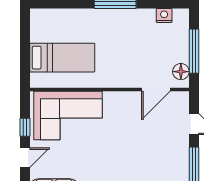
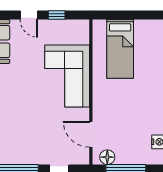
corner sofa: (68, 116) -> (67, 76), moved

